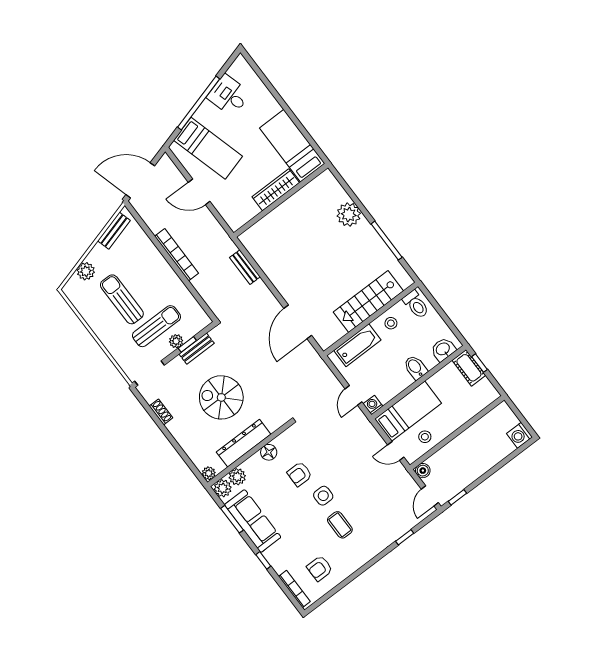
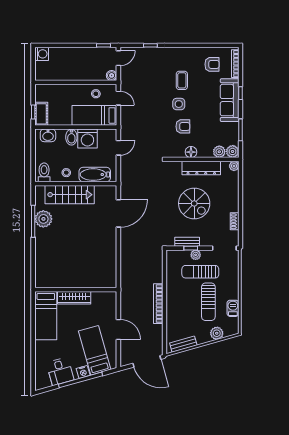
nightstand: (202, 114) -> (83, 372), added
plant: (349, 215) -> (43, 219), moved
bench: (245, 267) -> (125, 267), removed
barbecue: (89, 313) -> (233, 308), added
washing machine: (373, 405) -> (87, 139), moved, width x1.89, depth x1.89
sofa: (253, 521) -> (230, 100), moved

